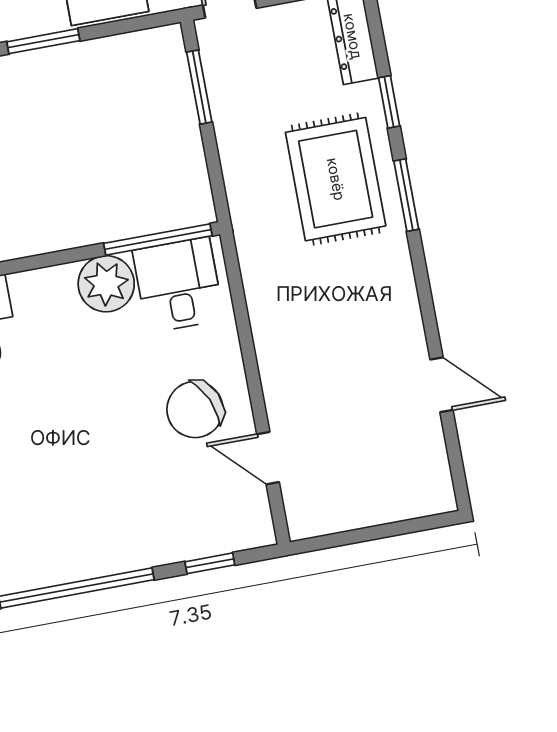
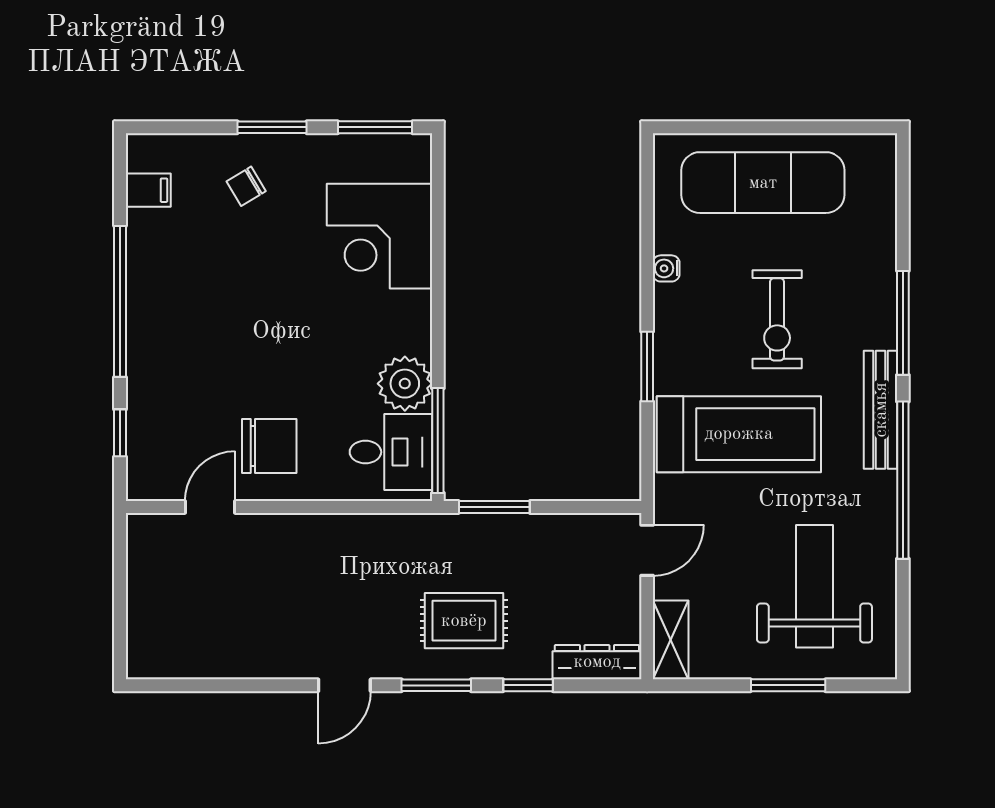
window: (199, 87) -> (494, 507), moved
rug: (336, 179) -> (464, 621), width x0.73, depth x0.70
door: (441, 385) -> (344, 685), moved
chair: (195, 409) -> (269, 446), turned 114

